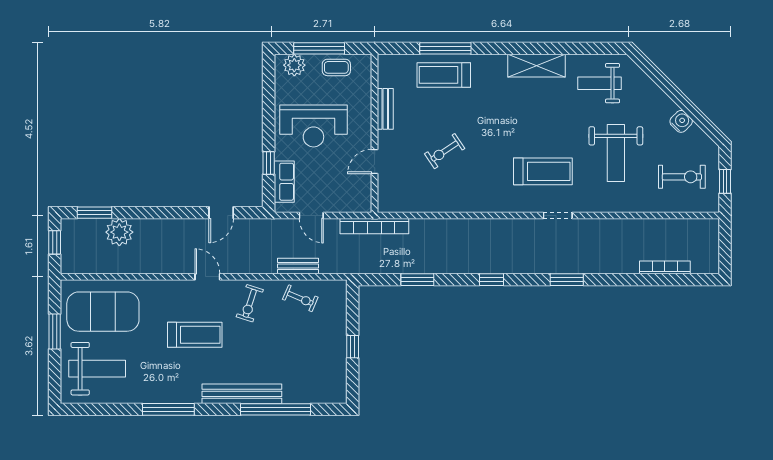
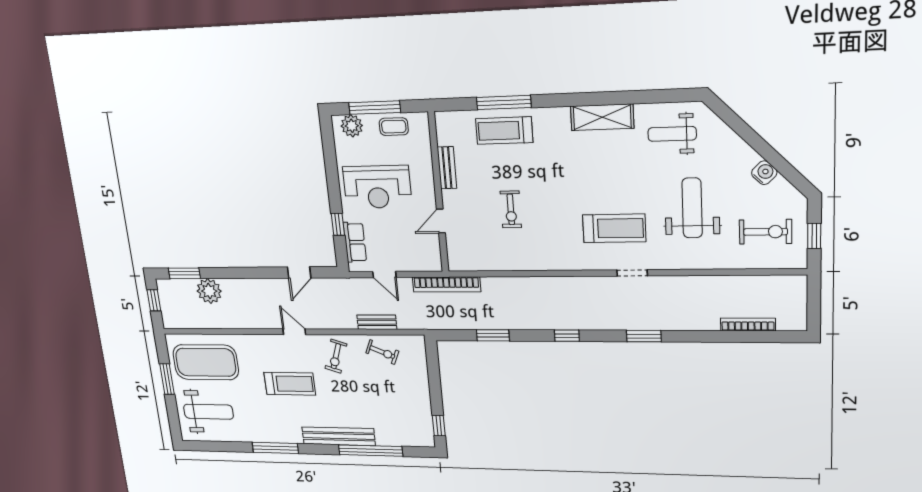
exercise bike: (445, 151) -> (511, 209), turned -56
weight bench: (616, 153) -> (692, 208), turned 180
window: (353, 347) -> (439, 426), moved

